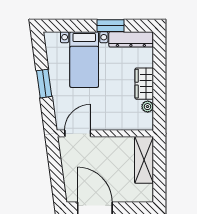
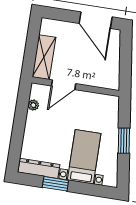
wardrobe: (144, 84) -> (33, 126), removed
door: (78, 133) -> (64, 85), moved

